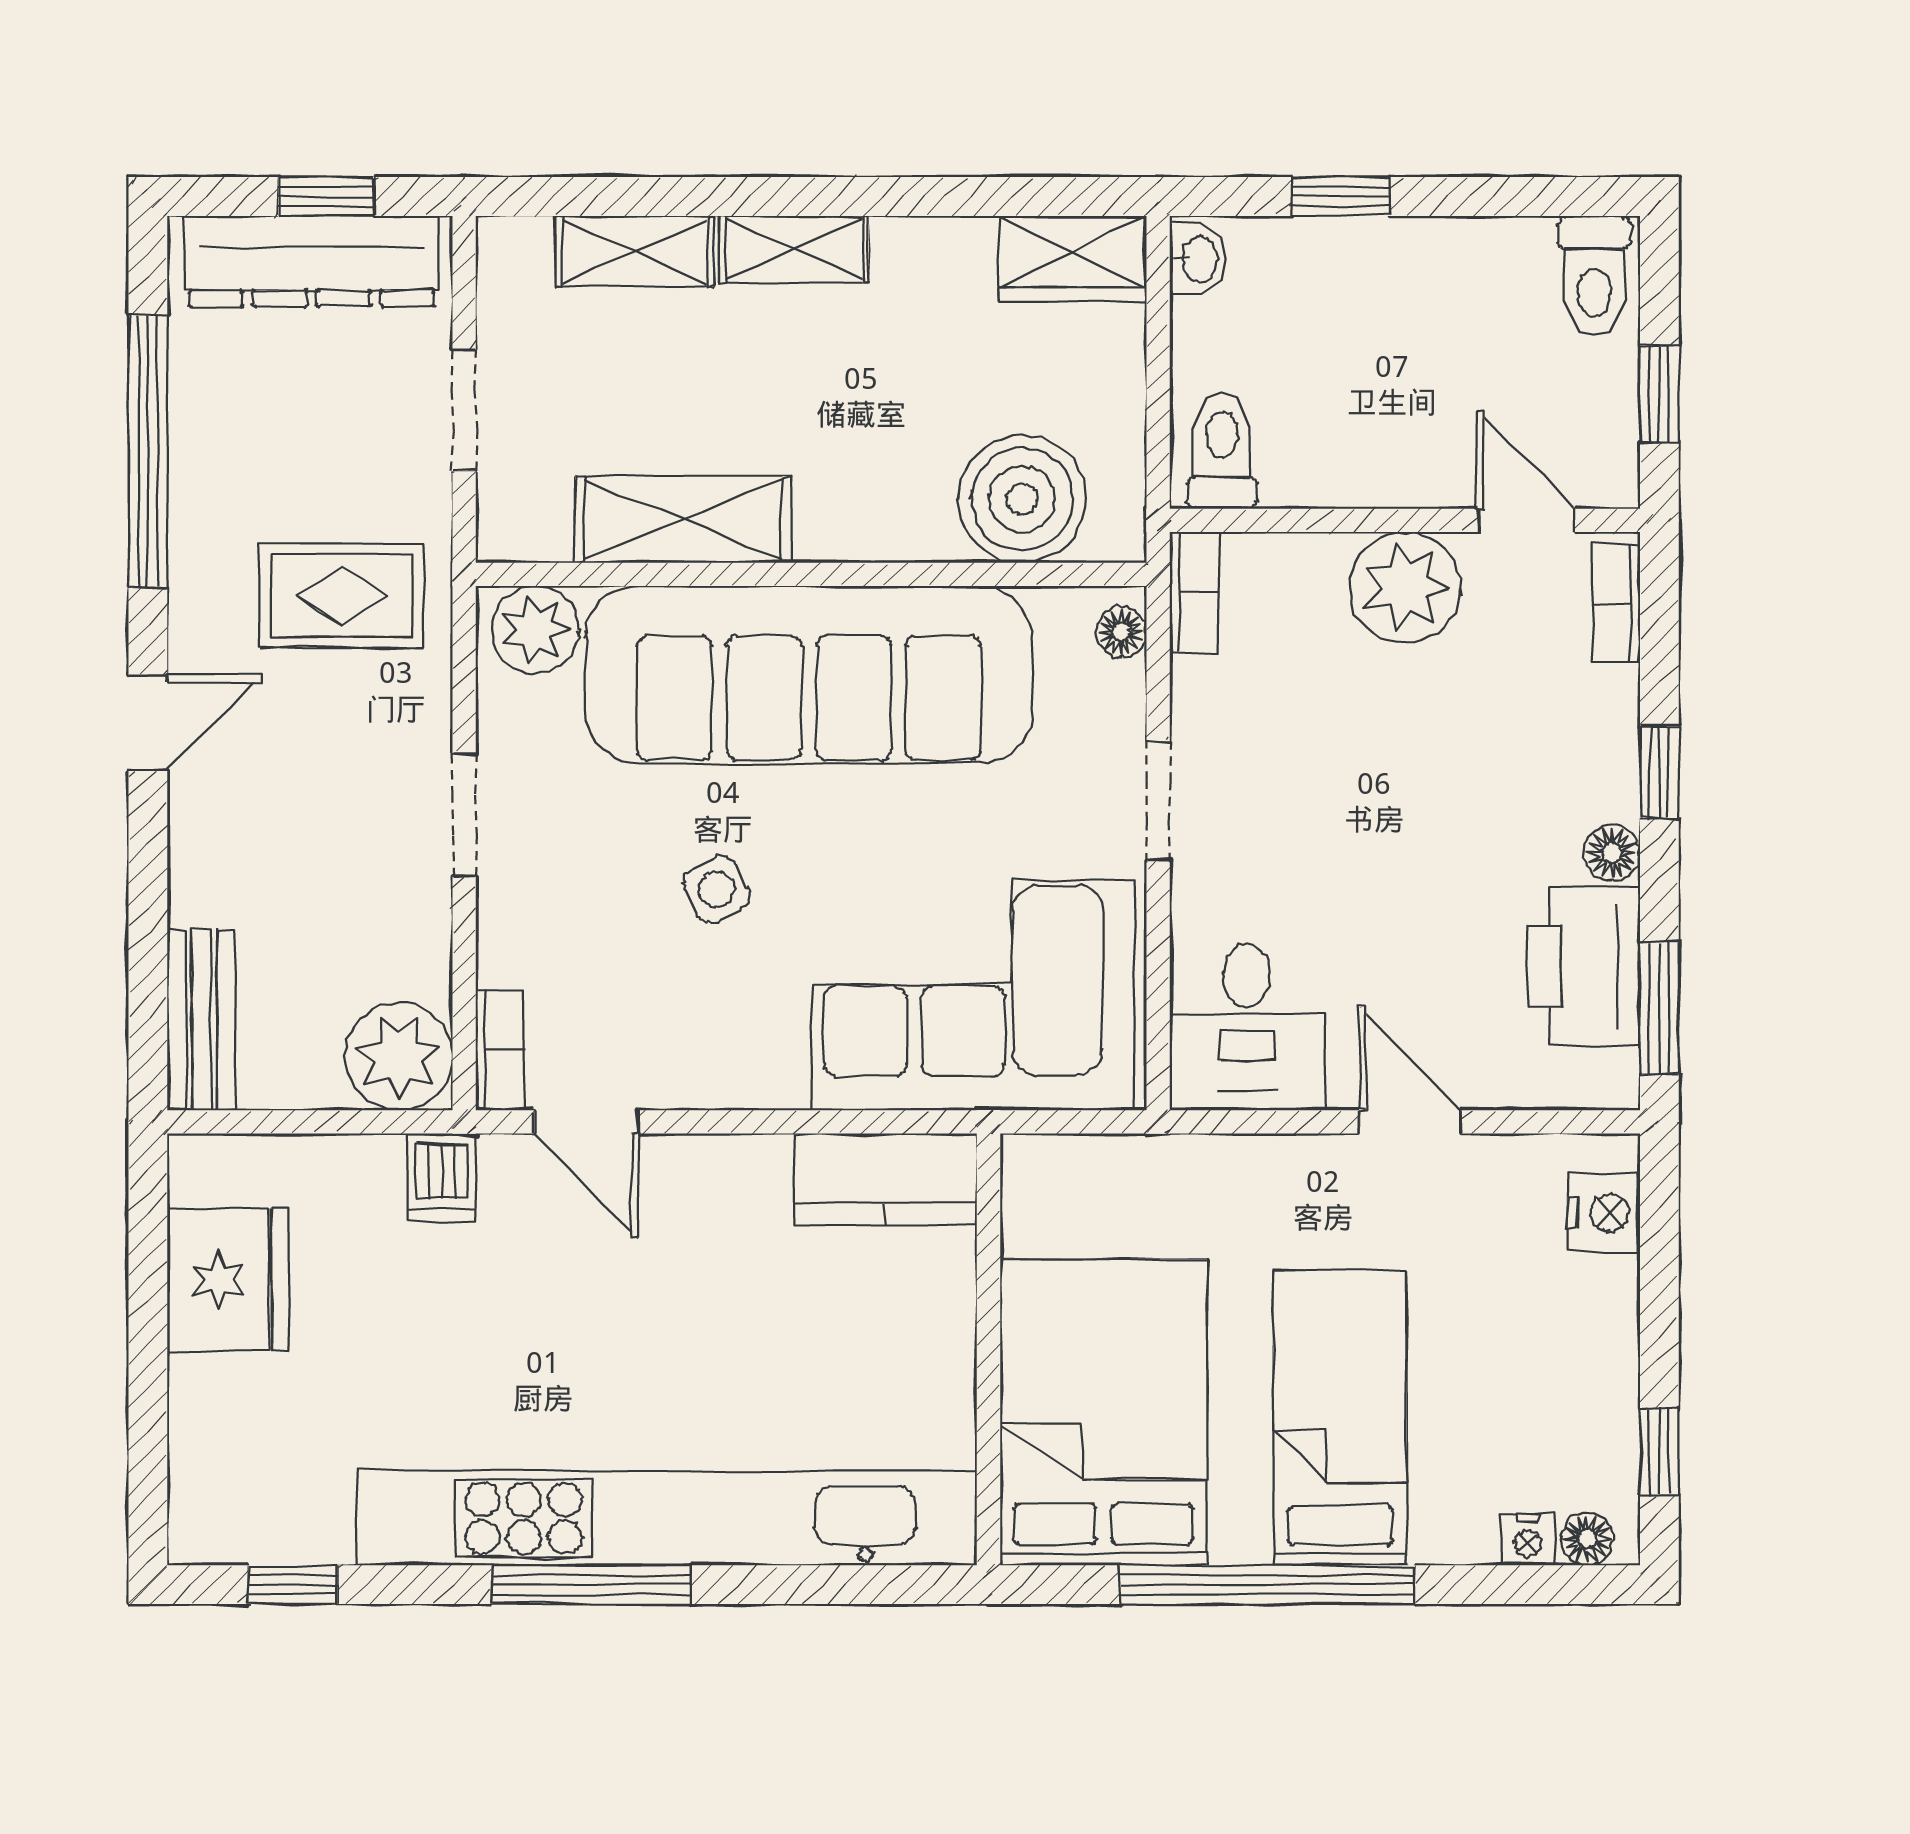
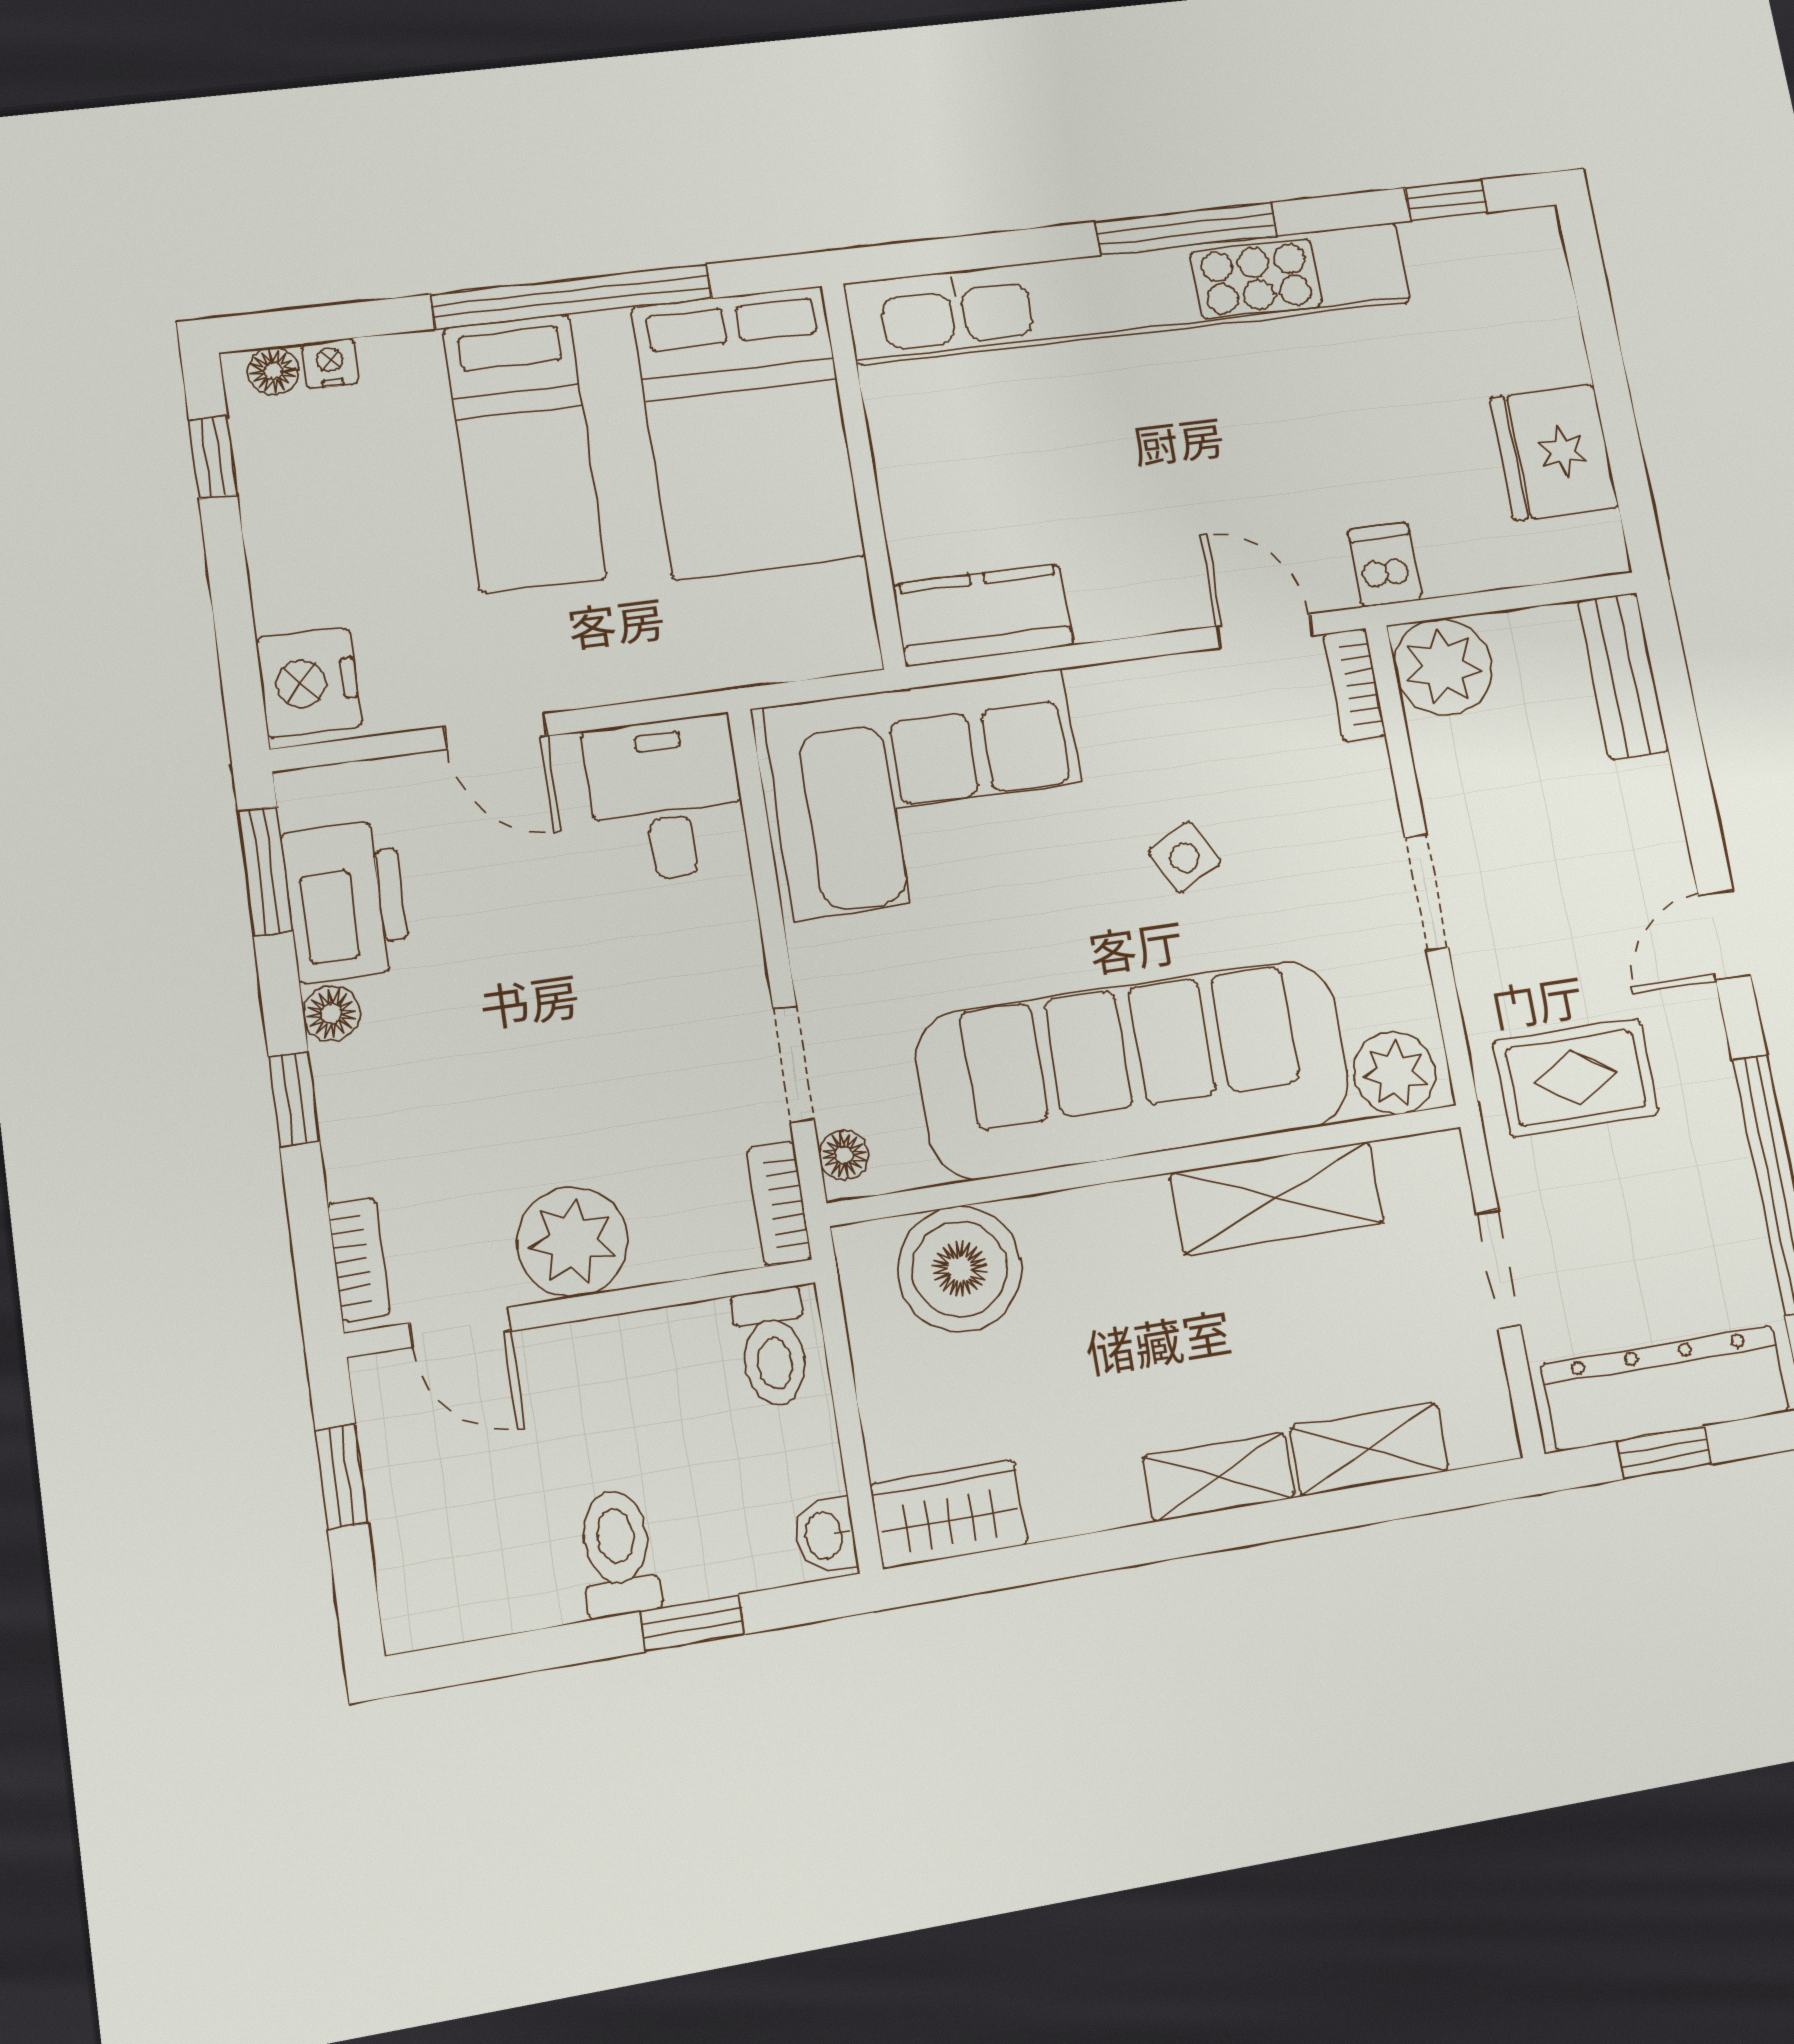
toilet: (1594, 276) -> (618, 1553), moved
doorway: (1158, 801) -> (793, 1064), moved
nightstand: (1604, 1213) -> (309, 683), width x1.36, depth x1.33

